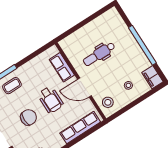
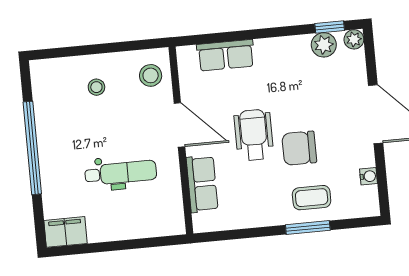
filing cabinet: (152, 77) -> (66, 232), moved, turned -90
chair: (28, 117) -> (299, 148), moved
row of seats: (80, 128) -> (226, 55), width x0.68

